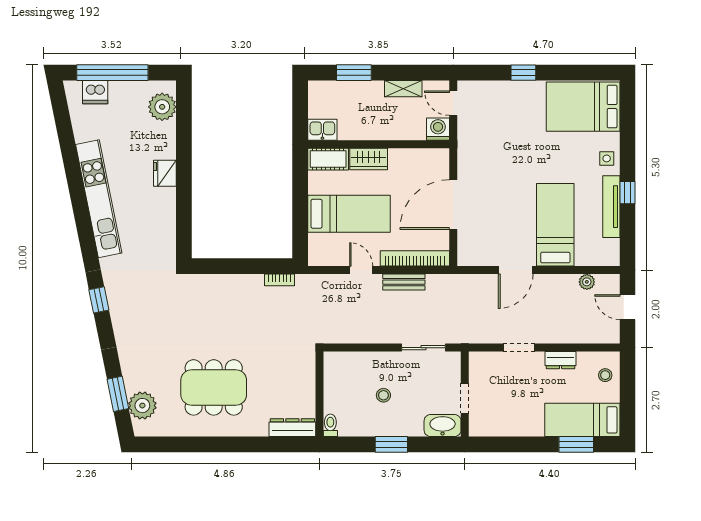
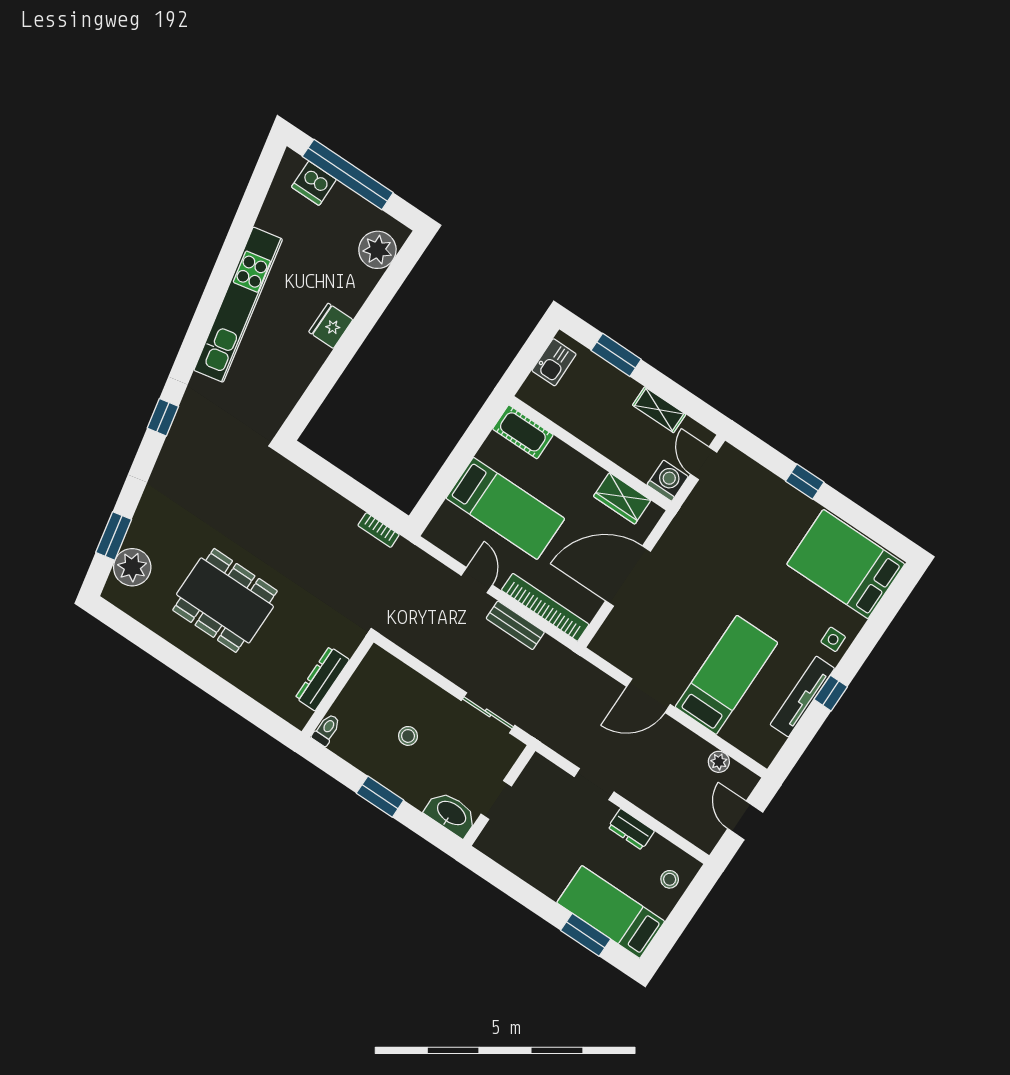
kitchen sink: (322, 130) -> (554, 362), moved, turned 90
wardrobe: (369, 159) -> (622, 498), moved
dresser: (292, 428) -> (322, 679), moved, turned -90

